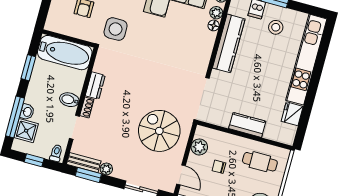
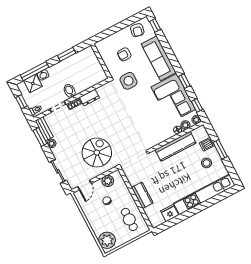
bathtub: (65, 53) -> (92, 66), removed

